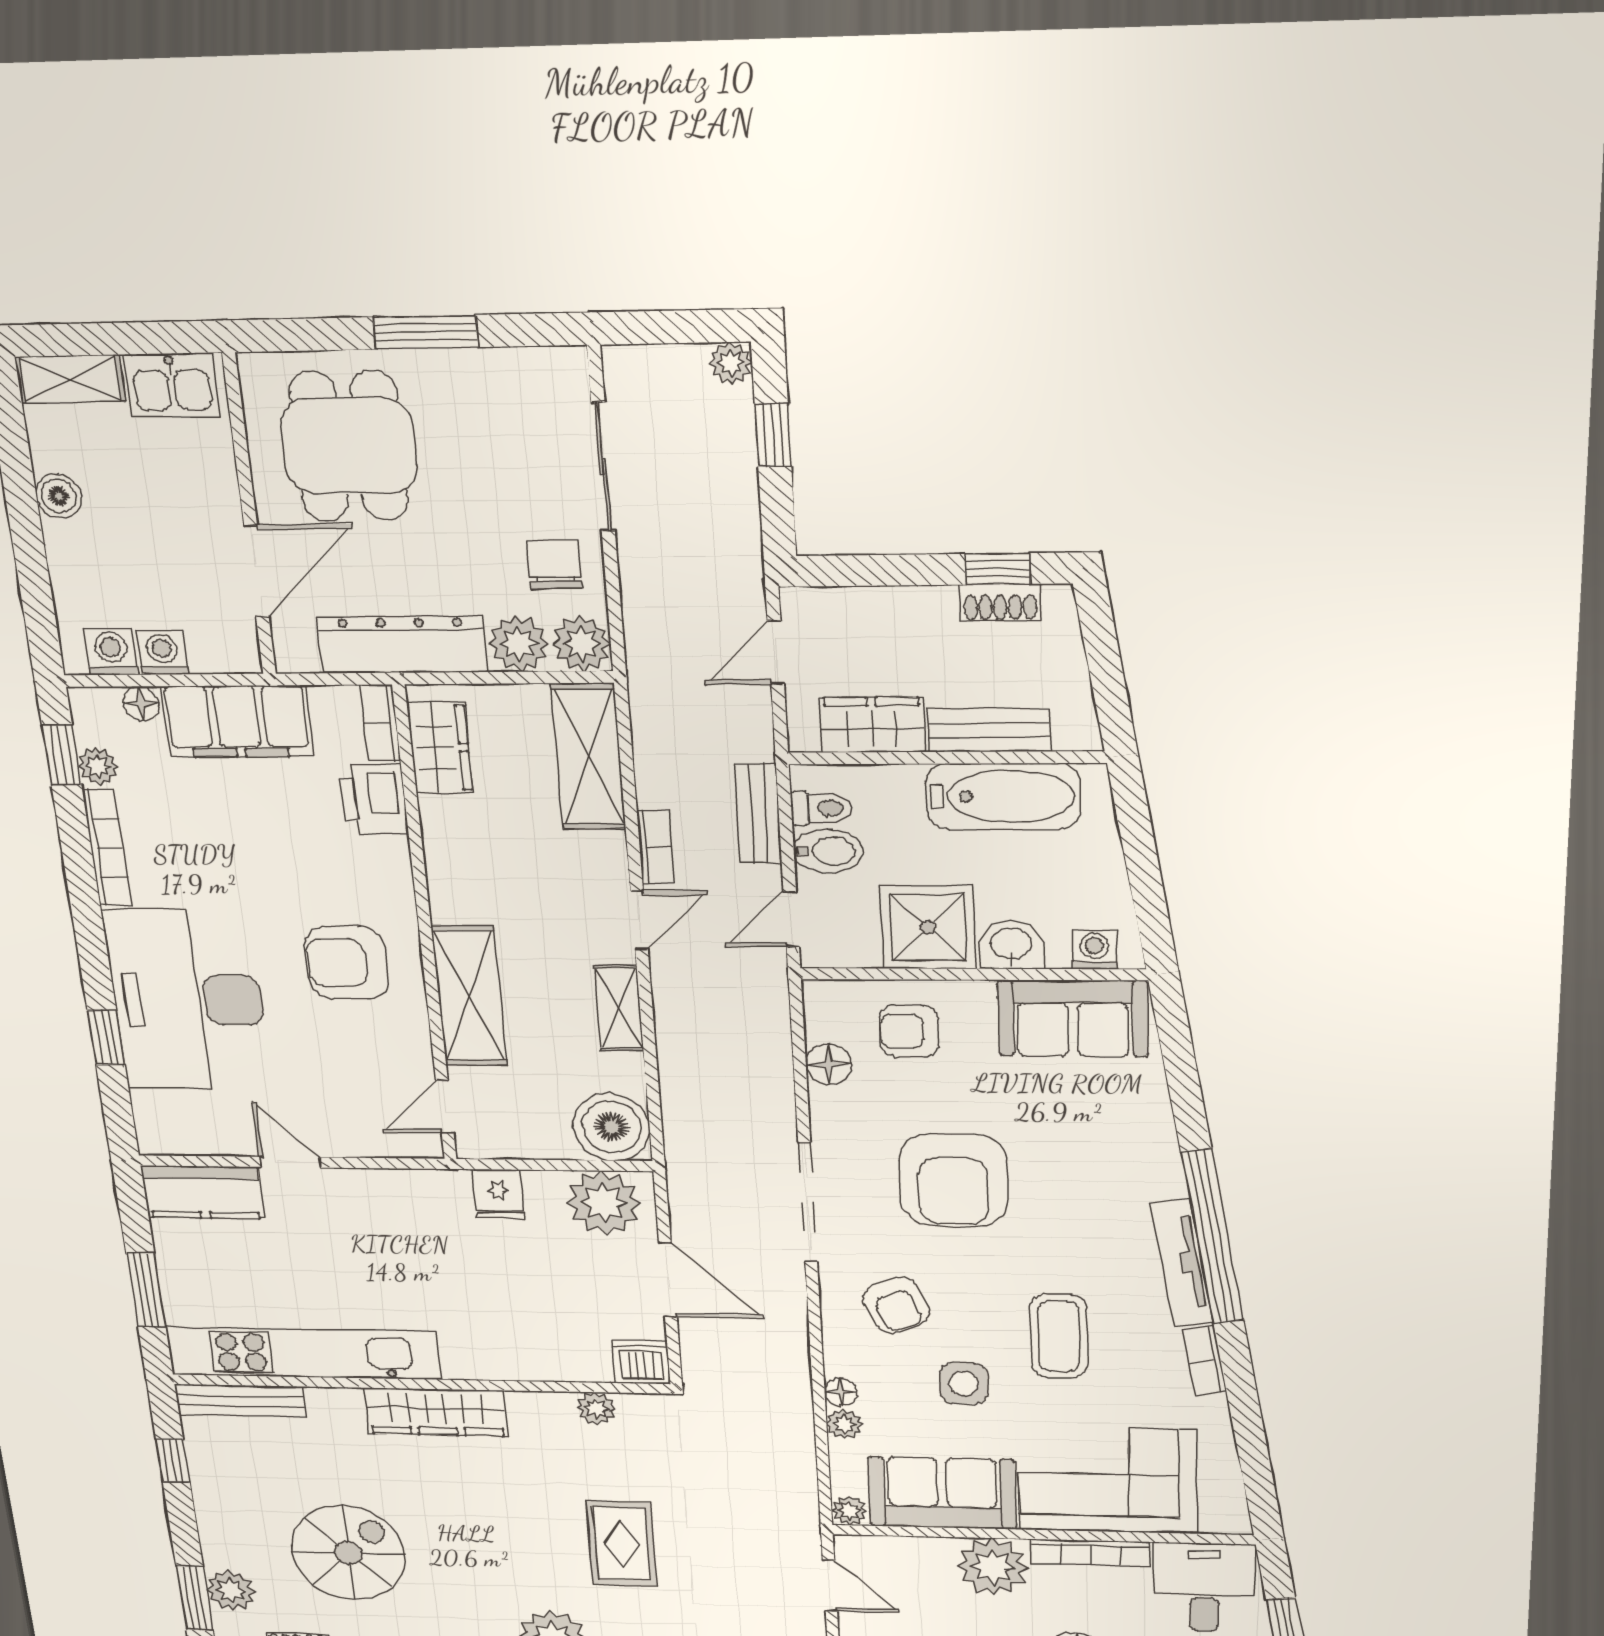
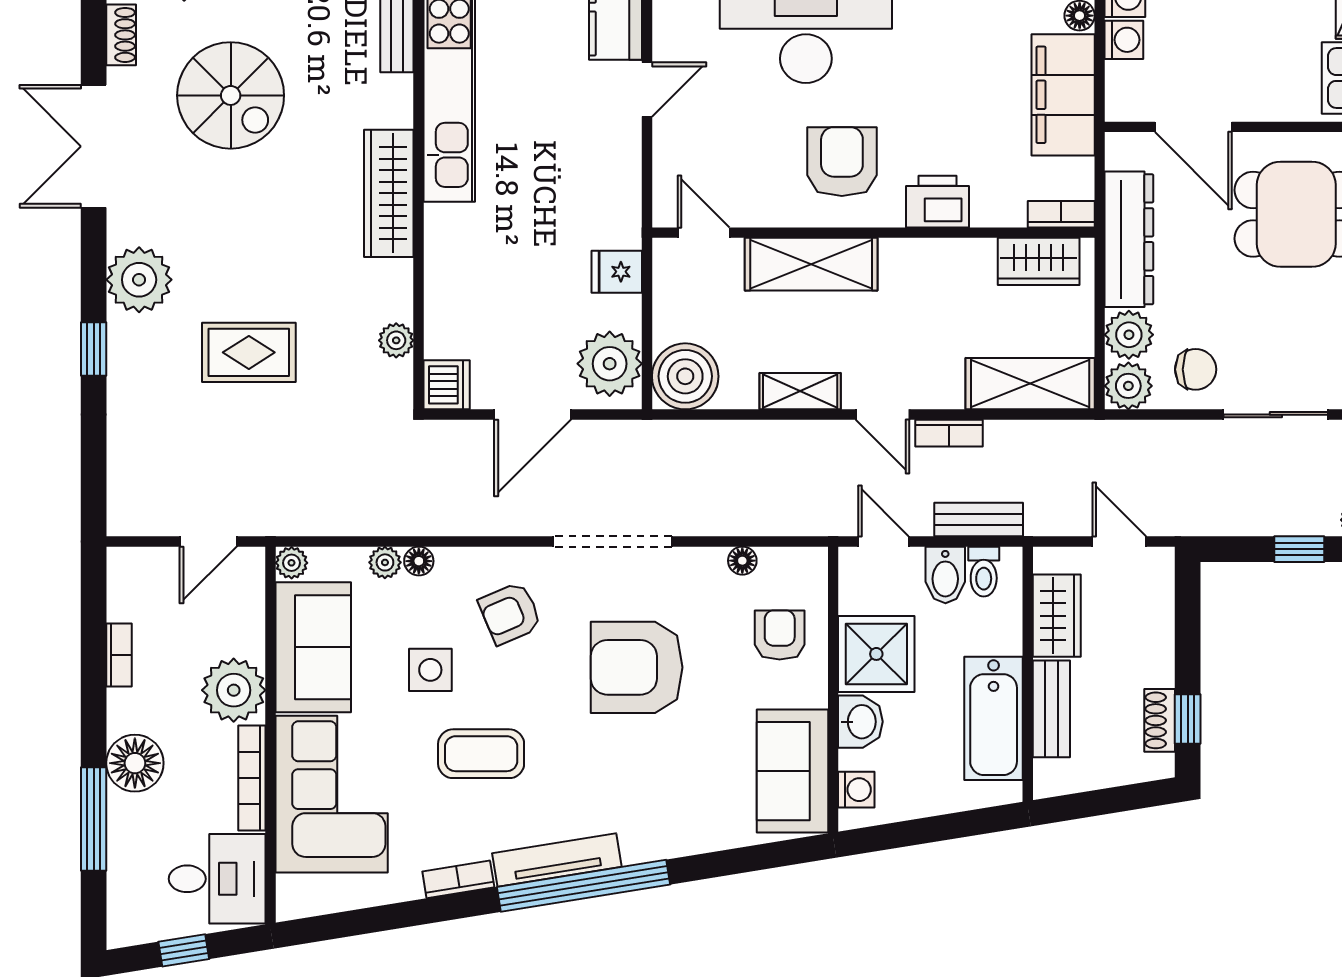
printer: (374, 799) -> (937, 202), moved
floor lamp: (829, 1064) -> (742, 561), width x0.73, depth x0.73

